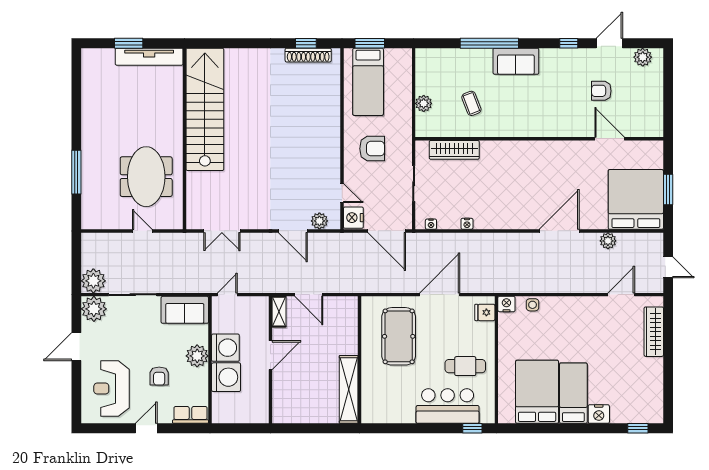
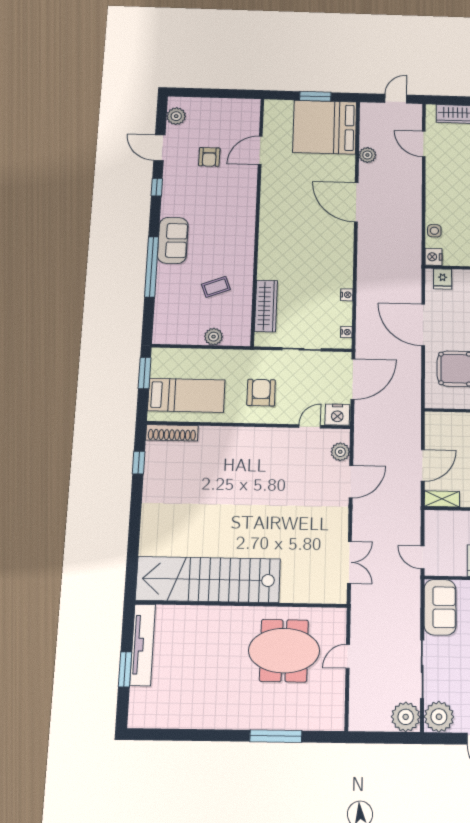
window: (370, 43) -> (145, 373), moved
shoe rack: (308, 55) -> (172, 433), moved, turned 90

